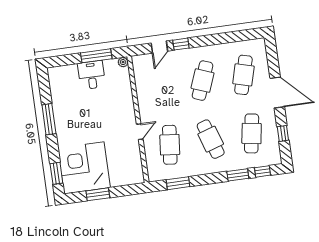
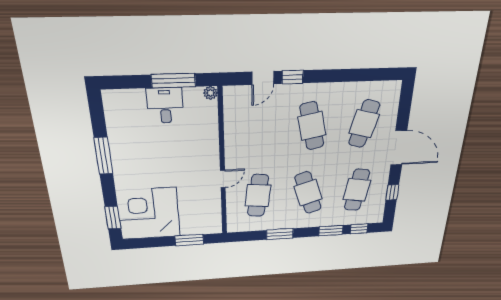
cafe table: (203, 81) -> (312, 126), turned -33
window: (178, 183) -> (280, 234), moved
window: (98, 194) -> (189, 240), moved

